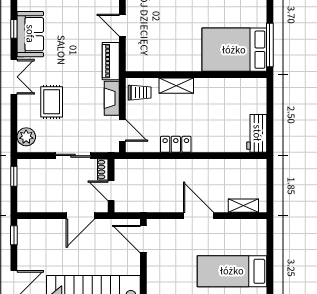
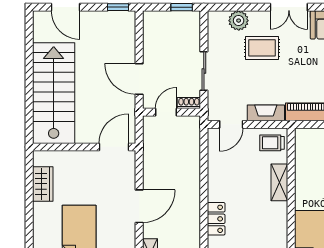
trolley: (140, 93) -> (272, 143), turned 90
plant: (26, 137) -> (239, 21), moved
locker: (176, 144) -> (216, 219), moved

